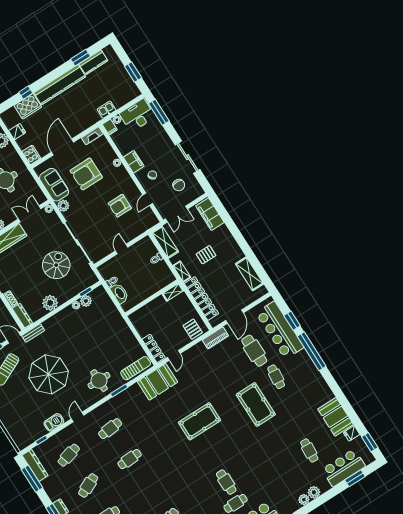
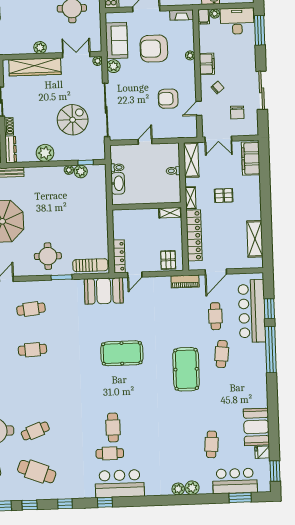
cafe table: (254, 351) -> (215, 316), width x0.73, depth x0.74

